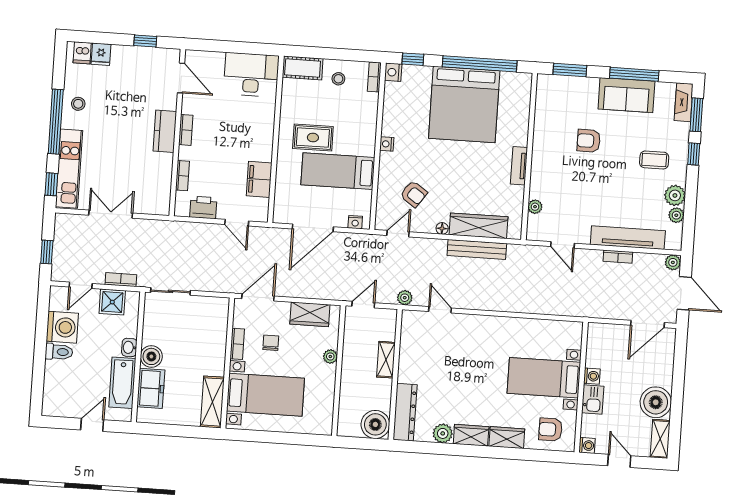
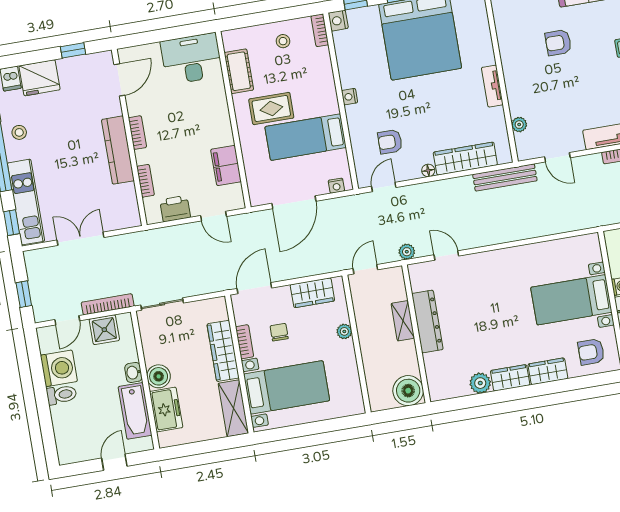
fridge: (101, 54) -> (40, 78), width x1.88, depth x1.34
cot: (303, 68) -> (239, 71), moved, turned 90
door: (181, 78) -> (119, 80), hinge flipped
kitchen counter: (165, 131) -> (118, 150), width x1.50
armchair: (414, 194) -> (390, 142), turned 145
bench: (477, 249) -> (505, 177), moved
bookcase: (121, 280) -> (108, 304), width x1.56
wardrobe: (216, 348) -> (223, 351), added
dresser: (405, 412) -> (427, 321), moved

